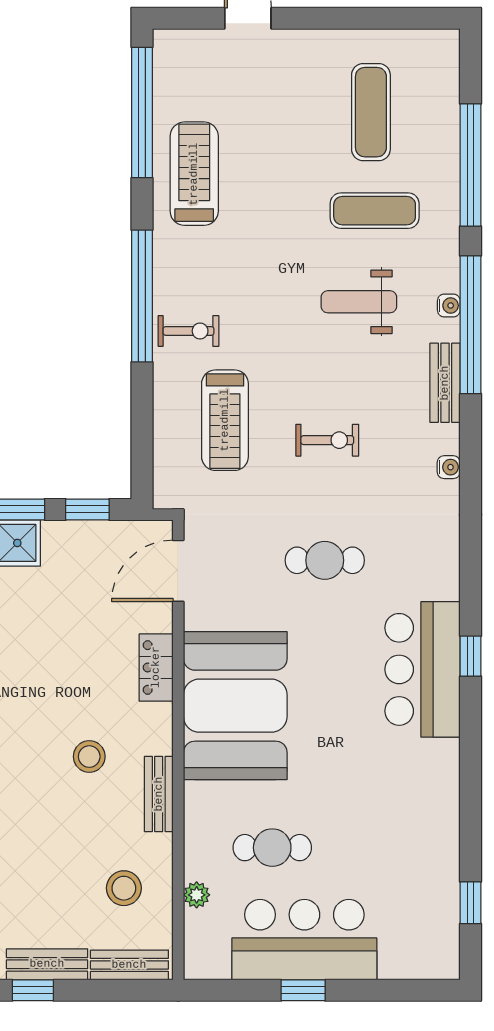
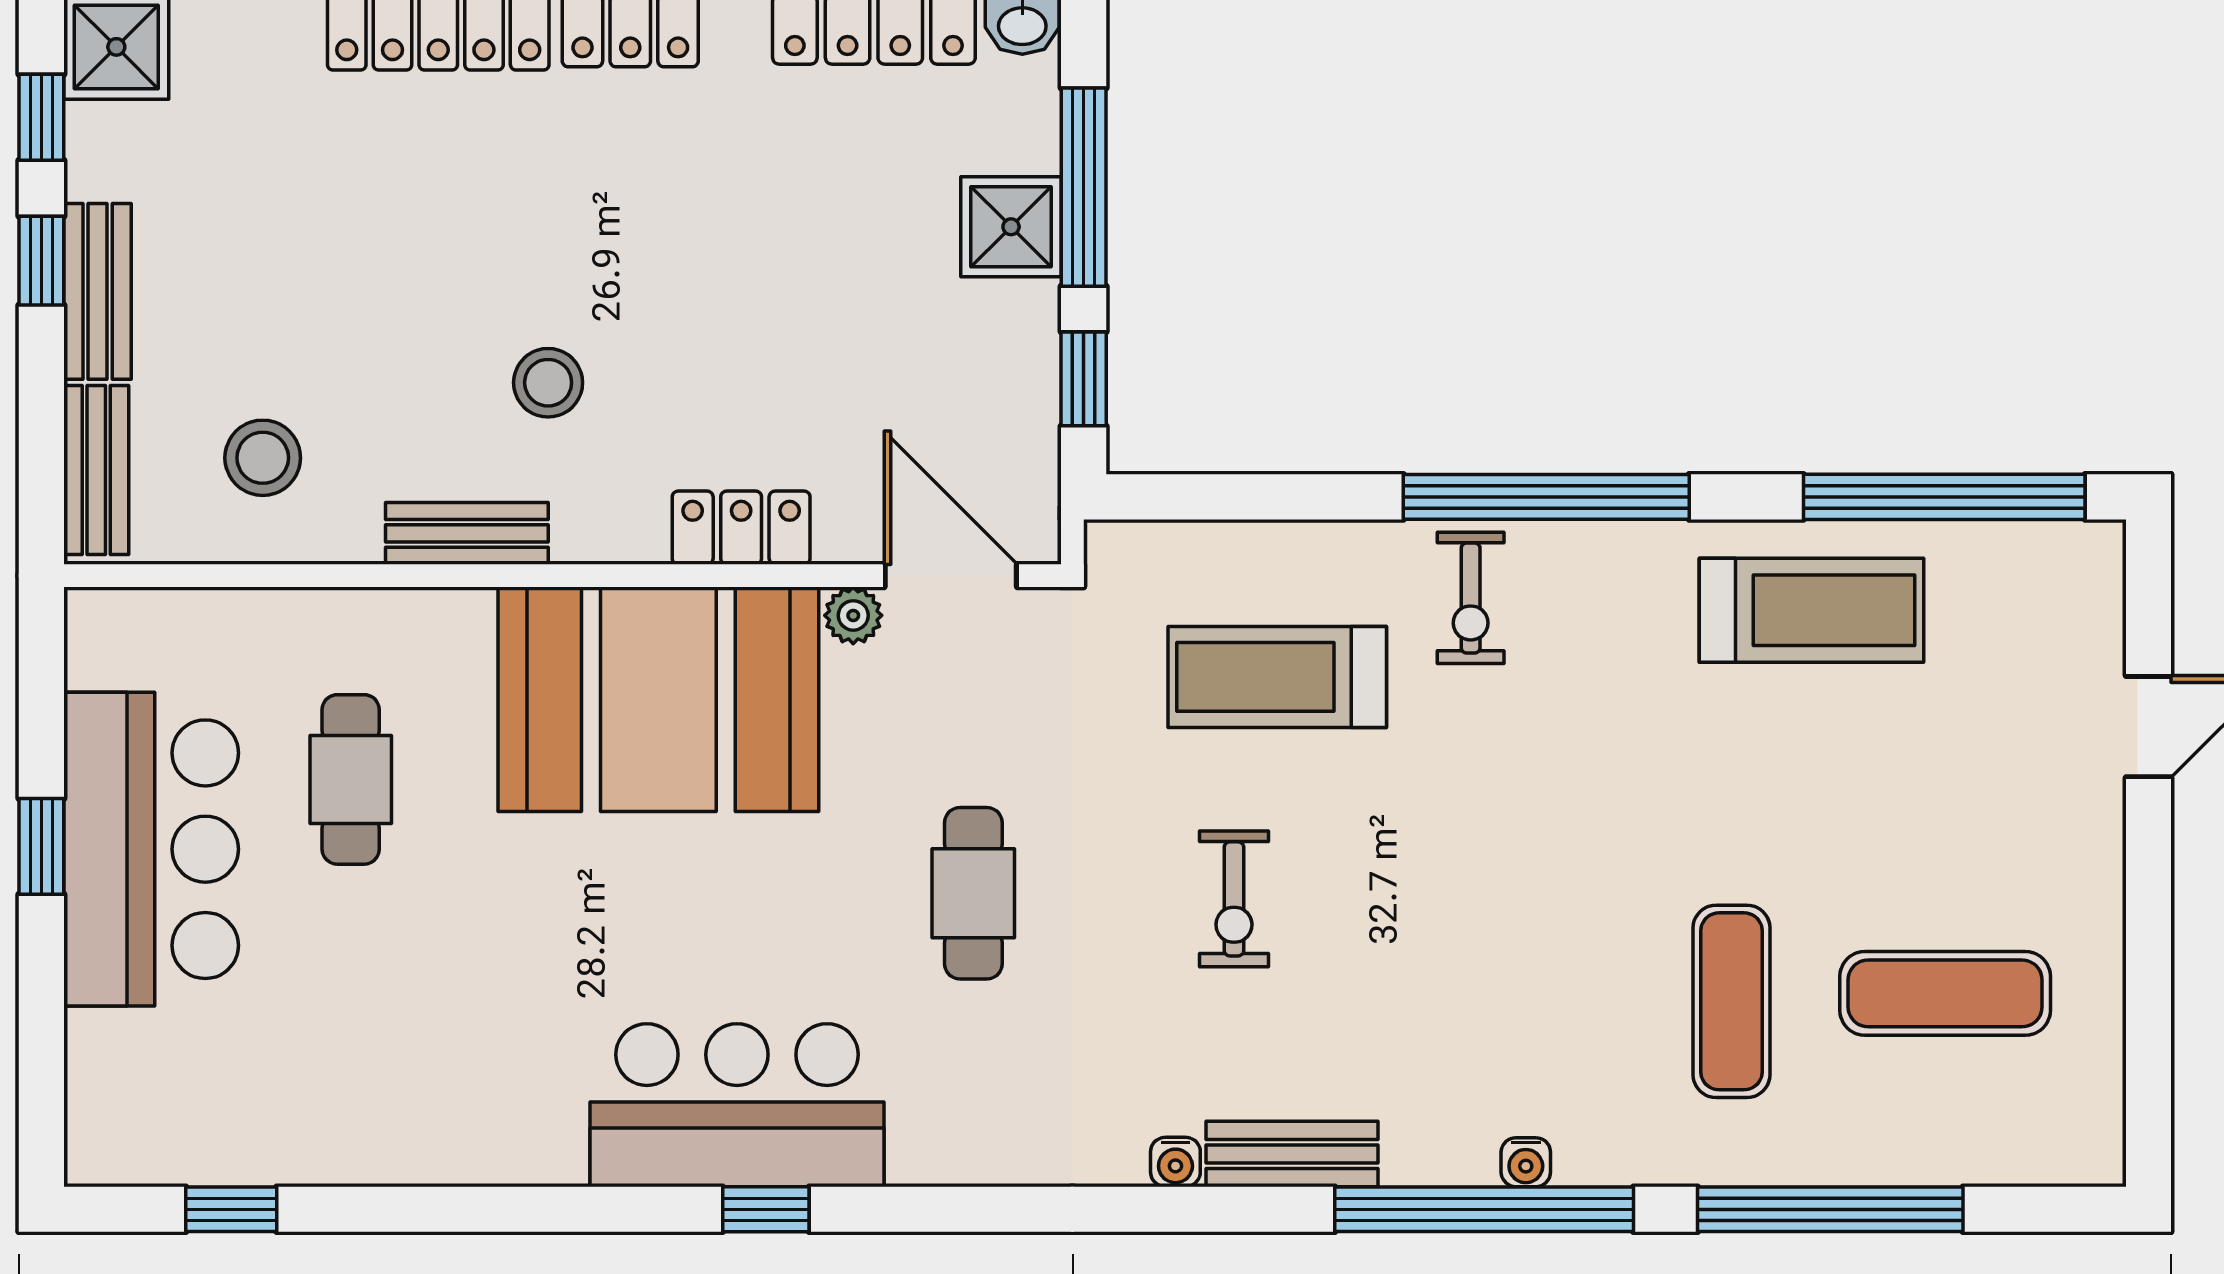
weight bench: (359, 302) -> (1534, 967), removed
bench: (445, 383) -> (1292, 1154), moved
plant: (197, 895) -> (853, 615), moved

